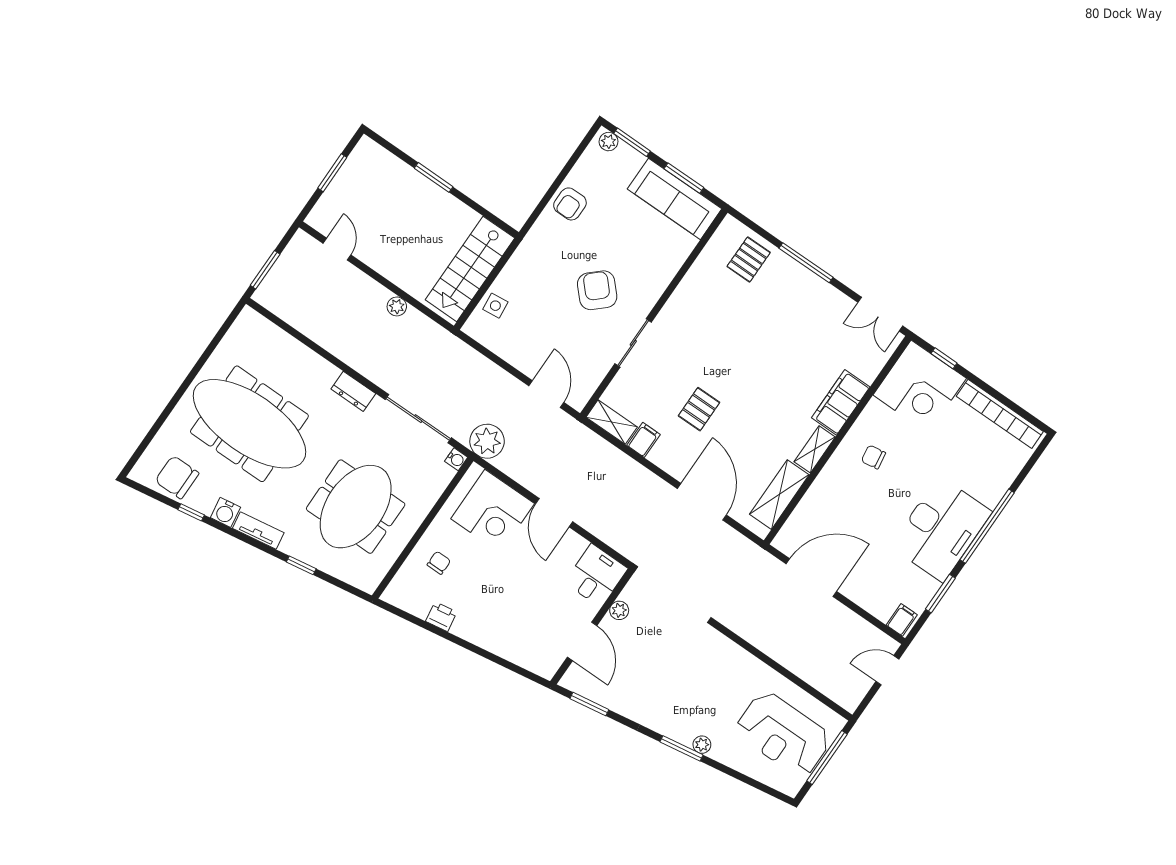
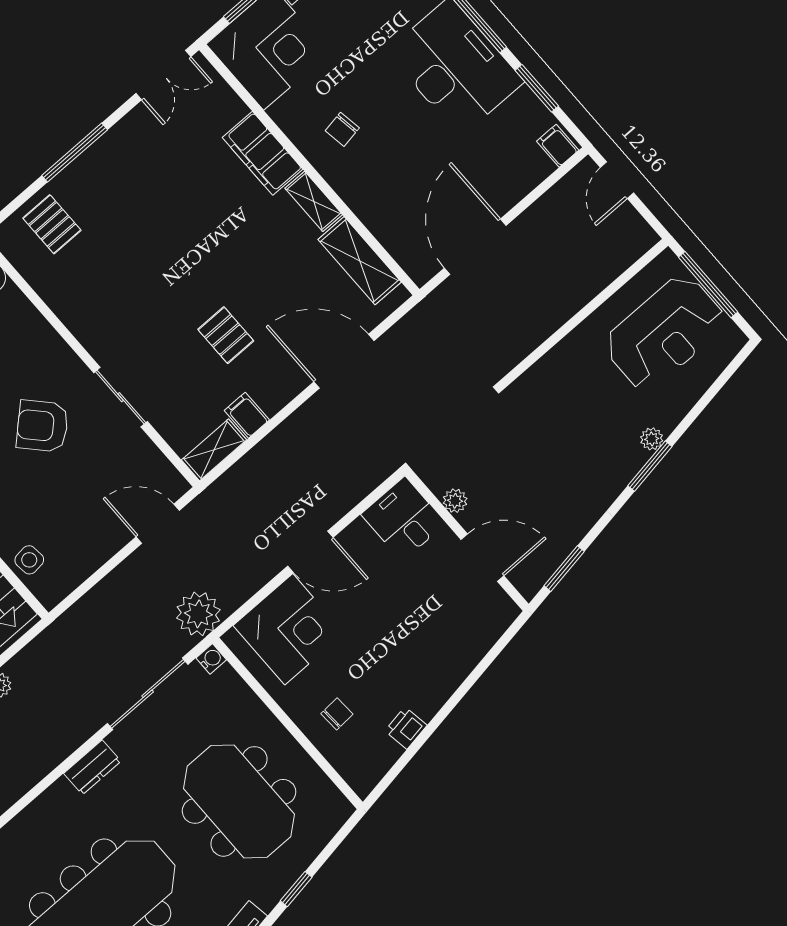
chair: (439, 563) -> (337, 714), turned 87

